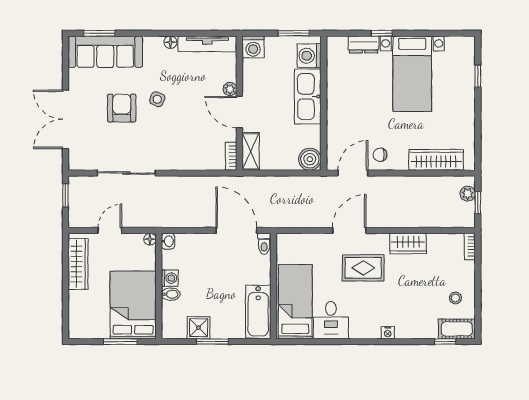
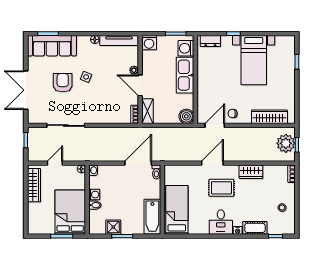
dresser: (364, 44) -> (210, 41), moved
plant: (468, 194) -> (286, 143), width x1.88, depth x1.88
door: (236, 230) -> (138, 163), hinge flipped
desk: (331, 320) -> (221, 222), moved
cot: (457, 329) -> (255, 228), moved

